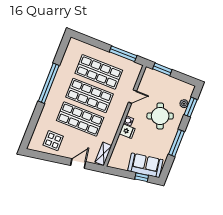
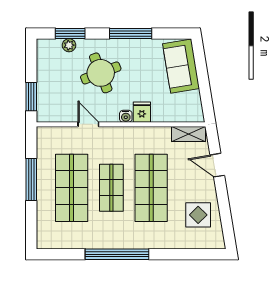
window: (123, 54) -> (31, 179), moved
shop shelf: (89, 95) -> (111, 188), width x0.70, depth x0.74
window: (142, 177) -> (201, 65), removed

